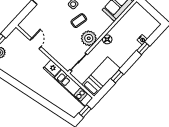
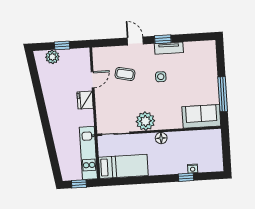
coffee table: (79, 21) -> (125, 74), moved
fridge: (52, 69) -> (85, 100), moved
window: (117, 76) -> (138, 180), removed

